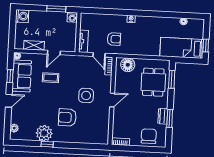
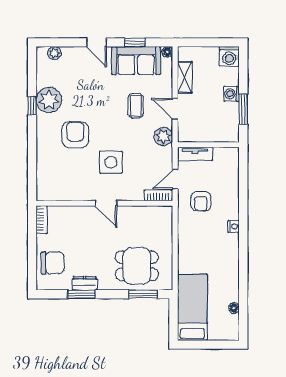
washing machine: (72, 17) -> (232, 94), moved
window: (206, 46) -> (198, 345), removed
plant: (71, 61) -> (163, 136), added
floor lamp: (128, 65) -> (162, 225), removed

